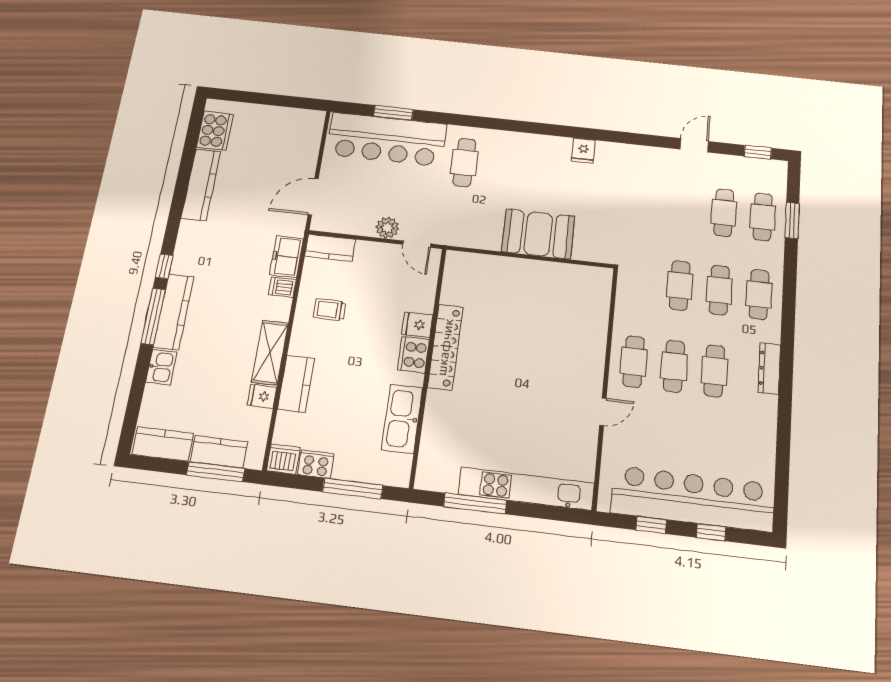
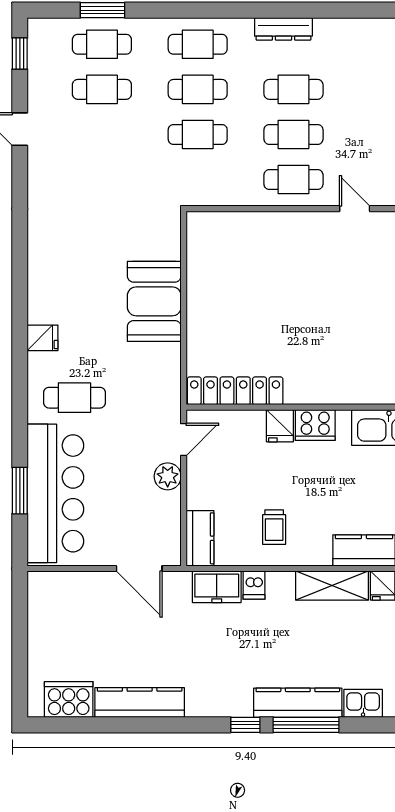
fridge: (583, 151) -> (43, 338), moved
locker: (445, 347) -> (235, 391), moved

